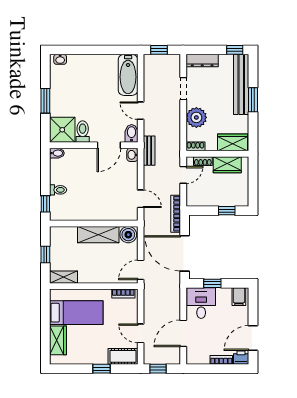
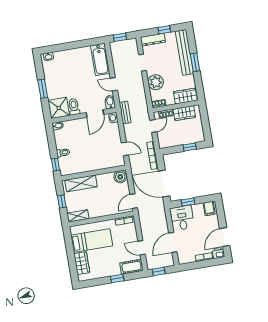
window: (235, 50) -> (164, 30), moved
shelving: (98, 235) -> (81, 183), moved

